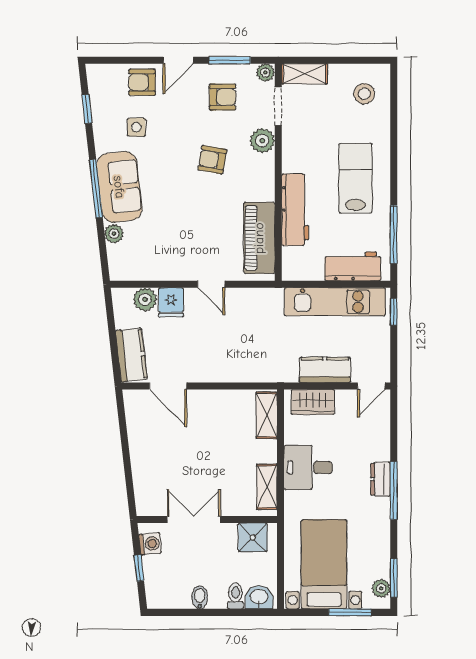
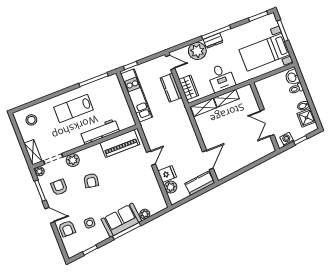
workbench: (353, 266) -> (116, 93), removed
shelving: (267, 487) -> (226, 98), moved
shower: (253, 537) -> (306, 118), moved
plant: (381, 588) -> (197, 51), moved, width x1.87, depth x1.87

